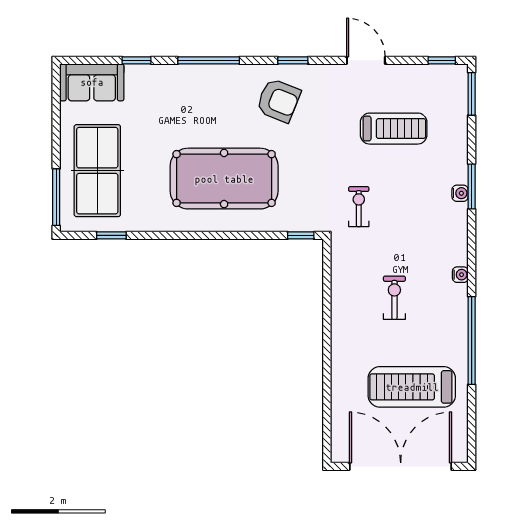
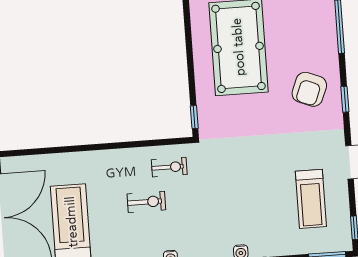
treadmill: (394, 129) -> (311, 199), moved
exercise bike: (359, 207) -> (169, 167), moved

